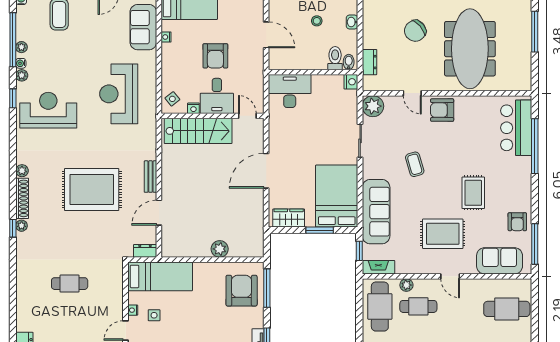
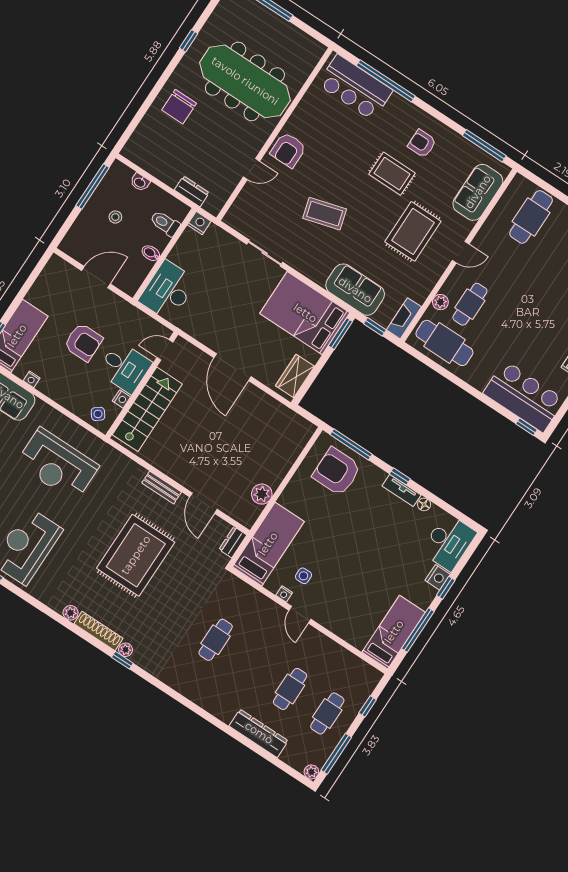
chair: (415, 31) -> (179, 107), moved, turned 40
bidet: (349, 62) -> (151, 253), moved
plant: (373, 106) -> (238, 217), removed
coffee table: (415, 164) -> (325, 214), width x1.36, depth x1.30
sofa: (376, 212) -> (355, 290), width x0.73
armchair: (517, 222) -> (422, 144), moved, turned 180
window: (320, 230) -> (340, 334), moved
plant: (220, 249) -> (262, 494), moved

